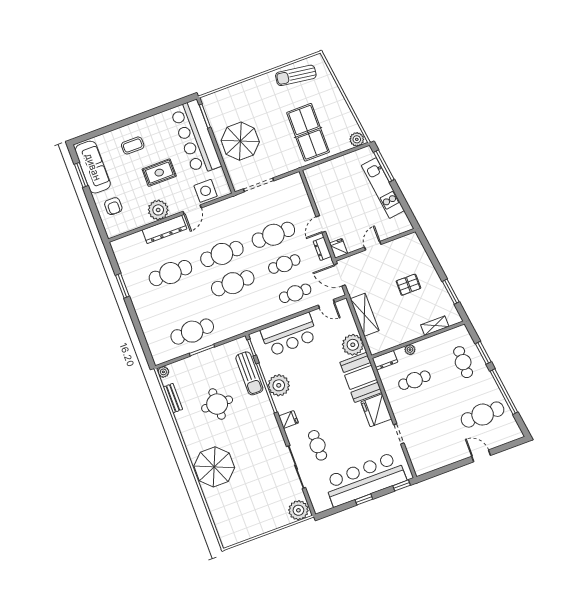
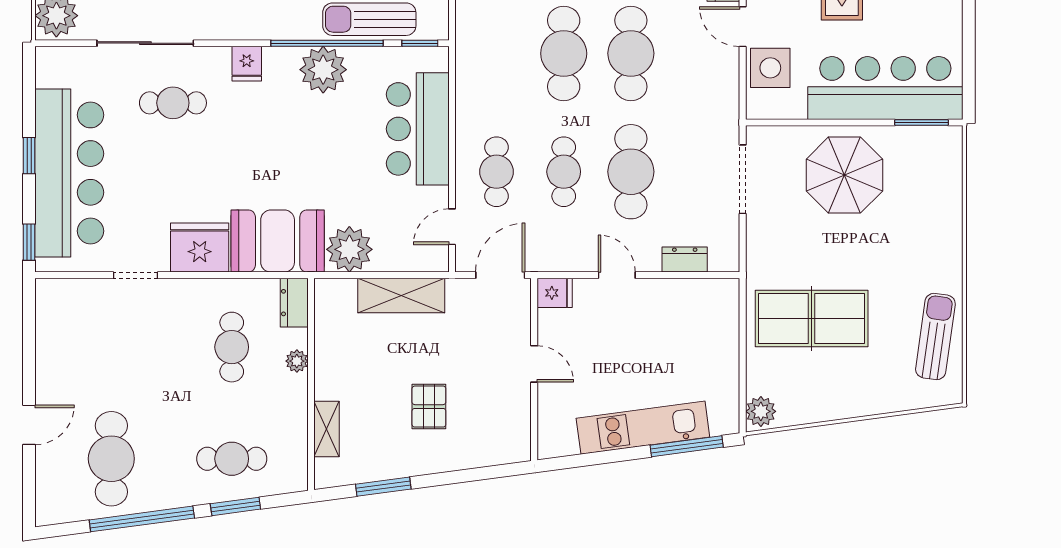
dresser: (322, 249) -> (685, 260), moved

